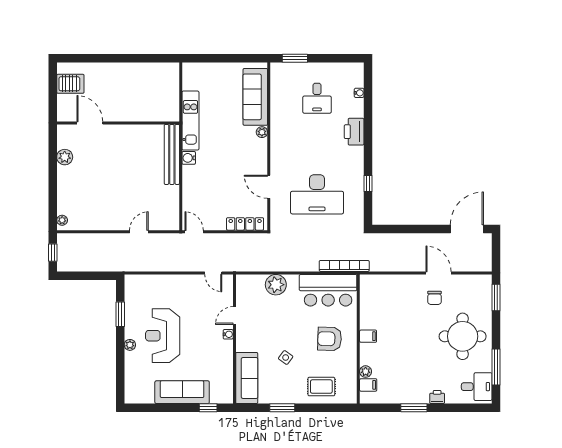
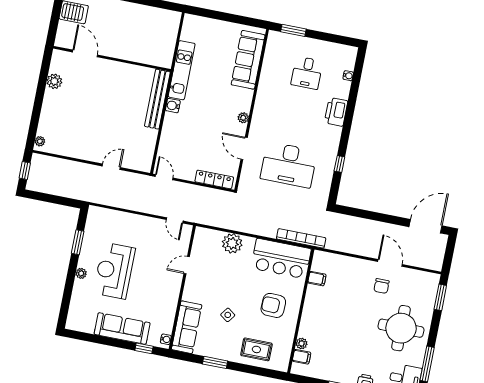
plant: (262, 132) -> (243, 118), moved
water cooler: (228, 334) -> (166, 339), moved
filing cabinet: (368, 336) -> (317, 279), moved

